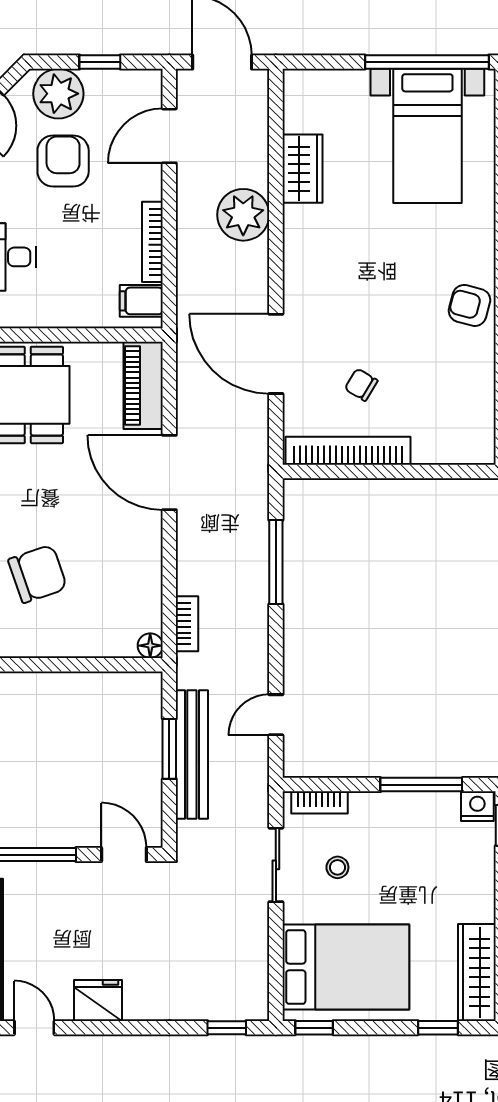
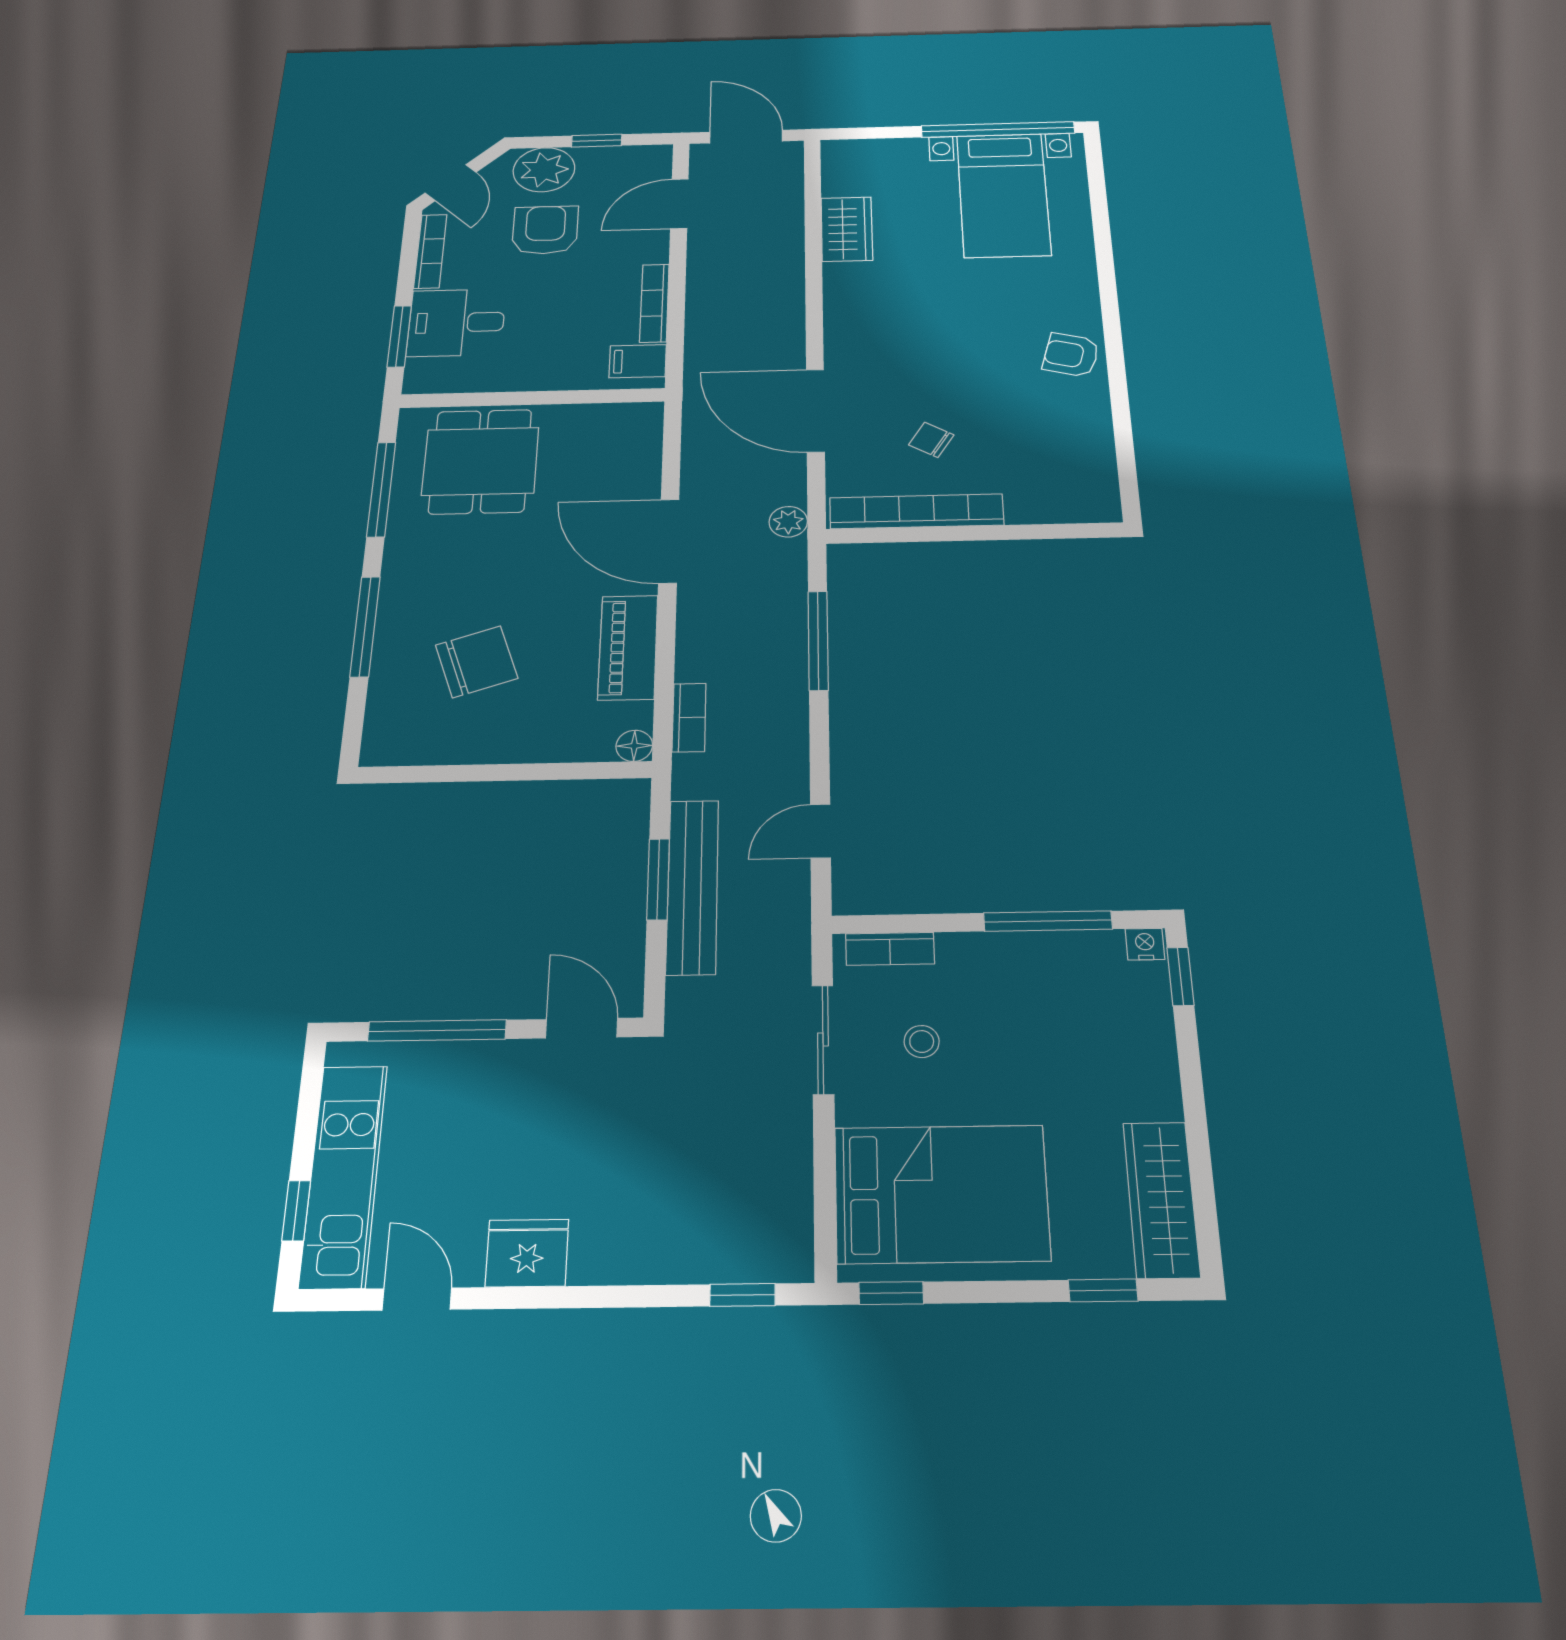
plant: (243, 215) -> (788, 522), moved, width x0.53, depth x0.53
piano: (143, 385) -> (628, 647), moved
nightstand: (477, 806) -> (1145, 944), width x0.72, depth x0.74

